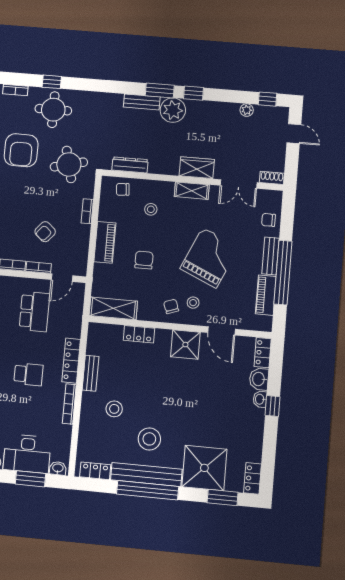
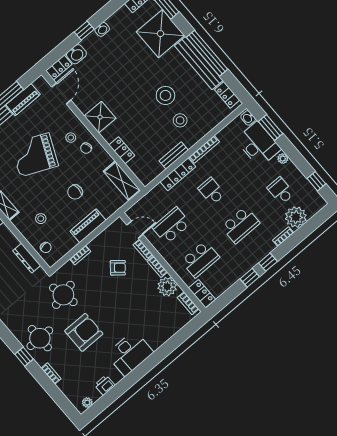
door: (221, 331) -> (61, 93), moved
washbasin: (260, 399) -> (102, 29), moved
stool: (149, 439) -> (165, 95), moved

